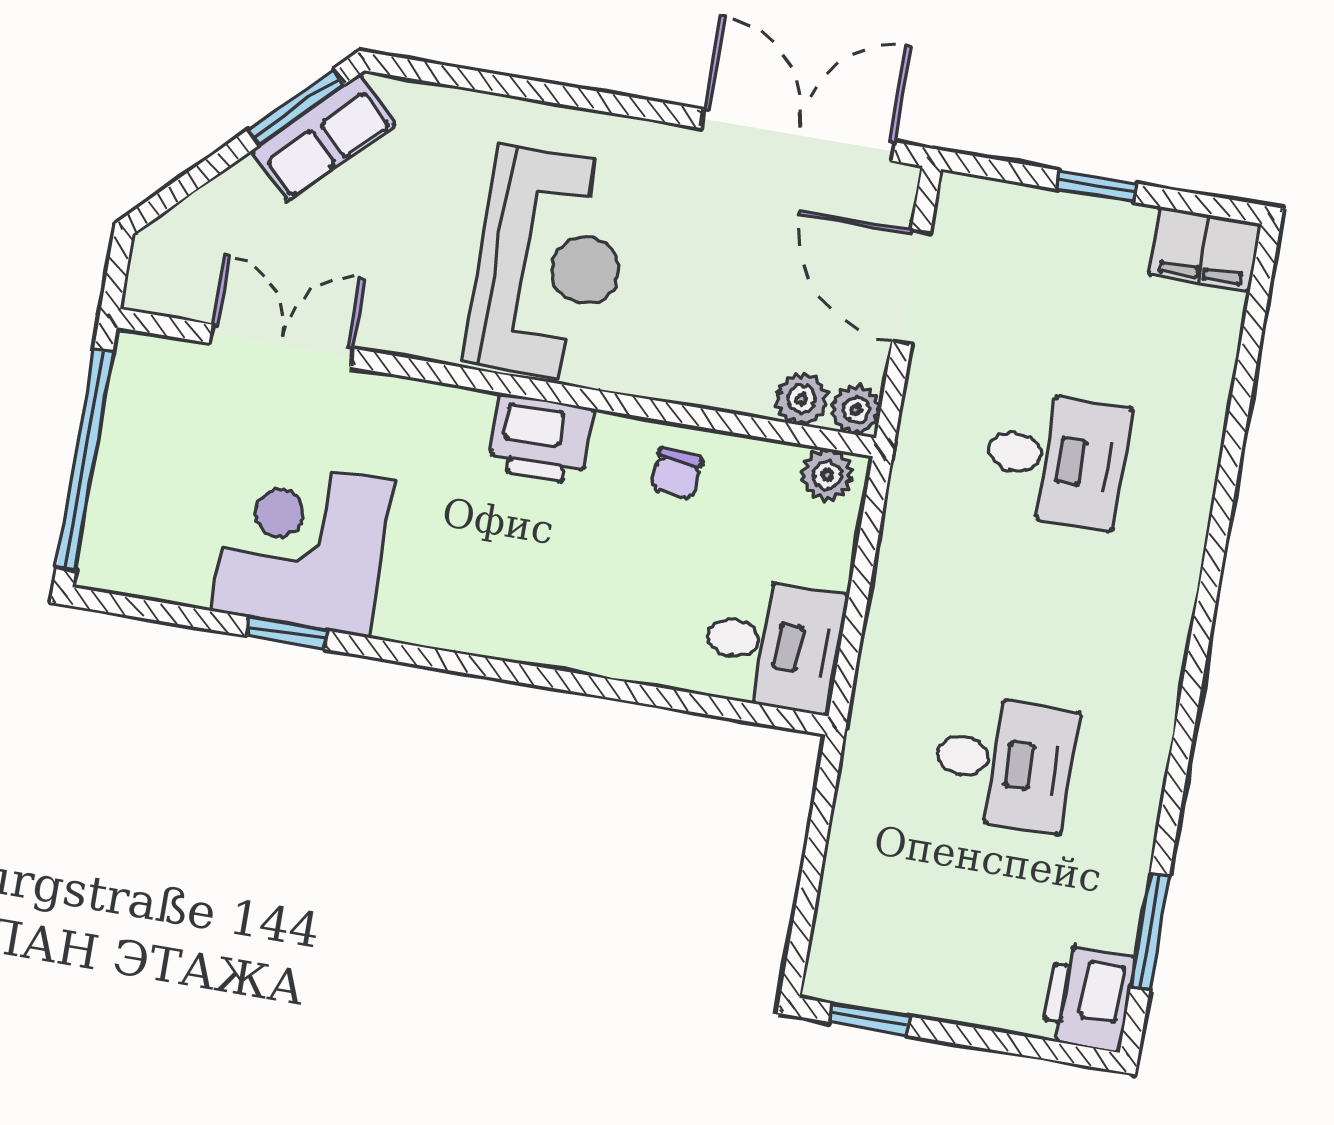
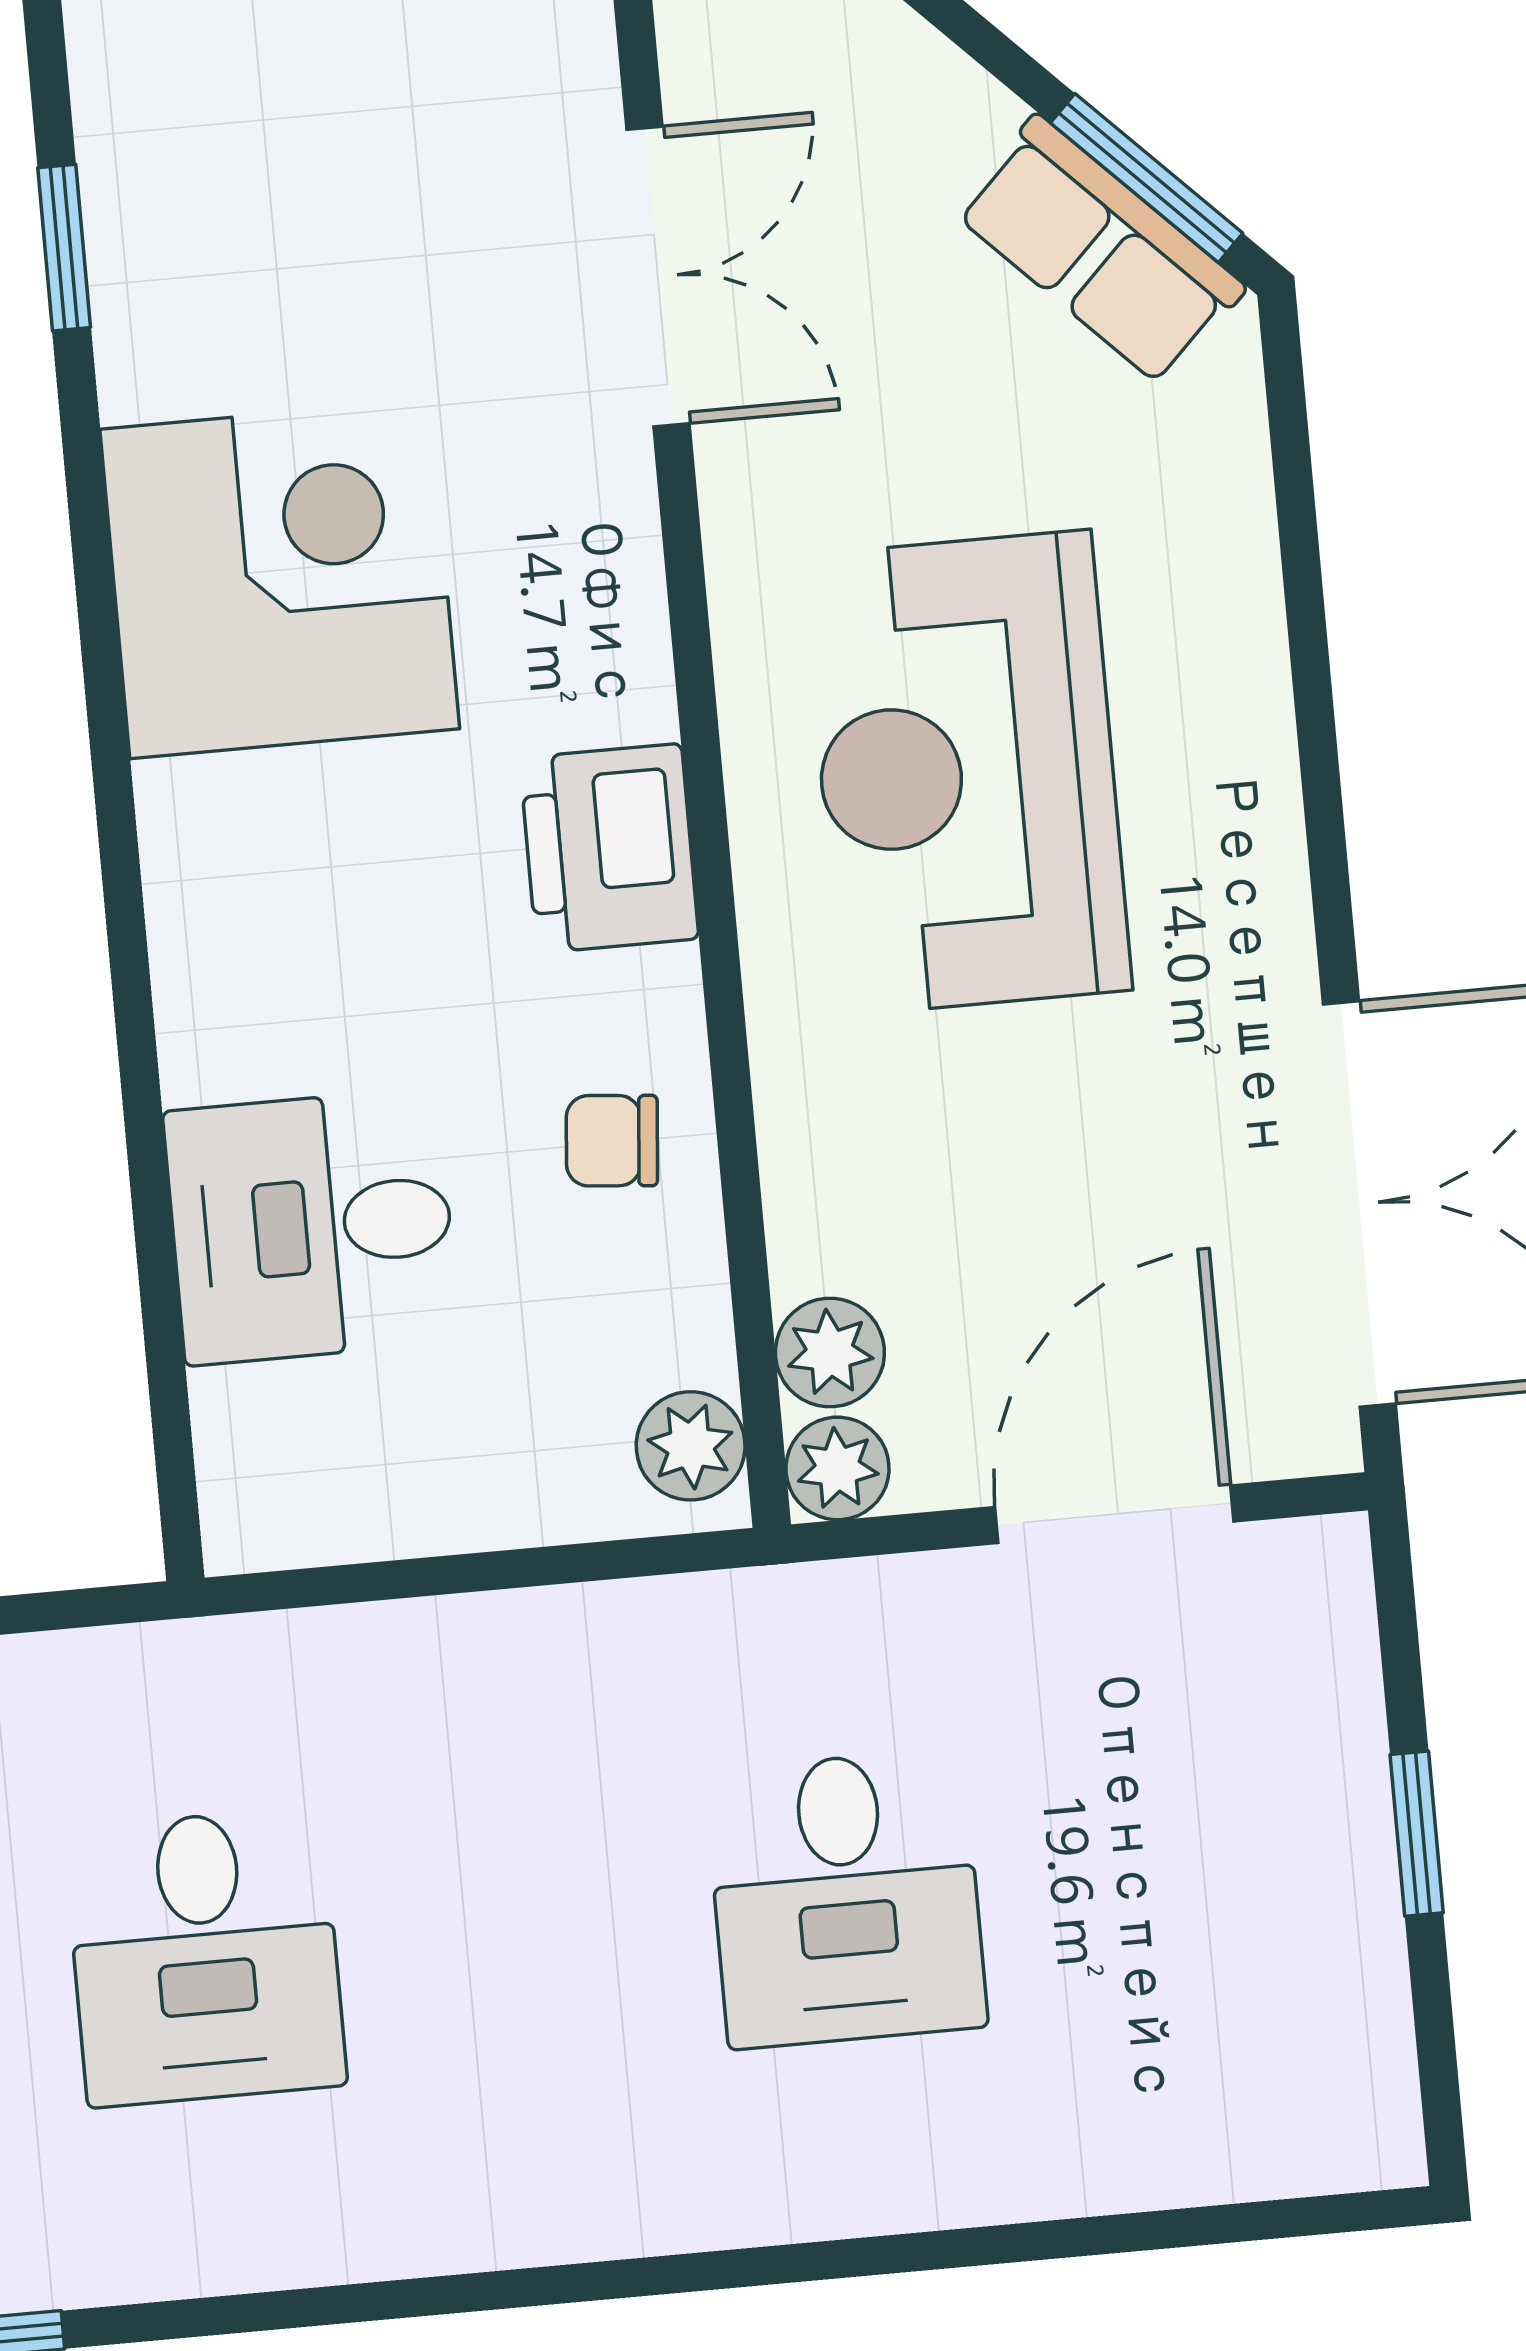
filing cabinet: (1205, 249) -> (1348, 2085), removed
reception desk: (549, 264) -> (967, 773), turned 90
corner desk: (303, 546) -> (280, 579), moved
window: (287, 633) -> (64, 248), moved
desk: (774, 645) -> (311, 1227), moved, turned 90

